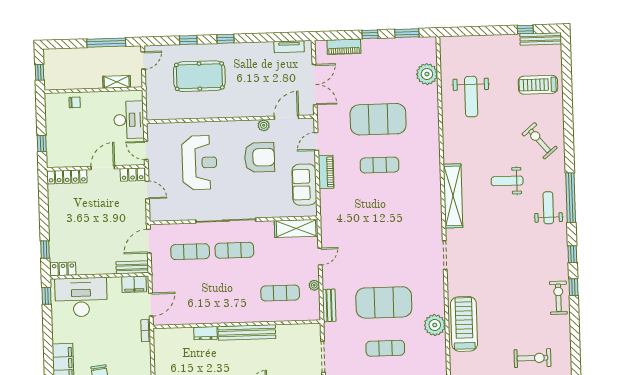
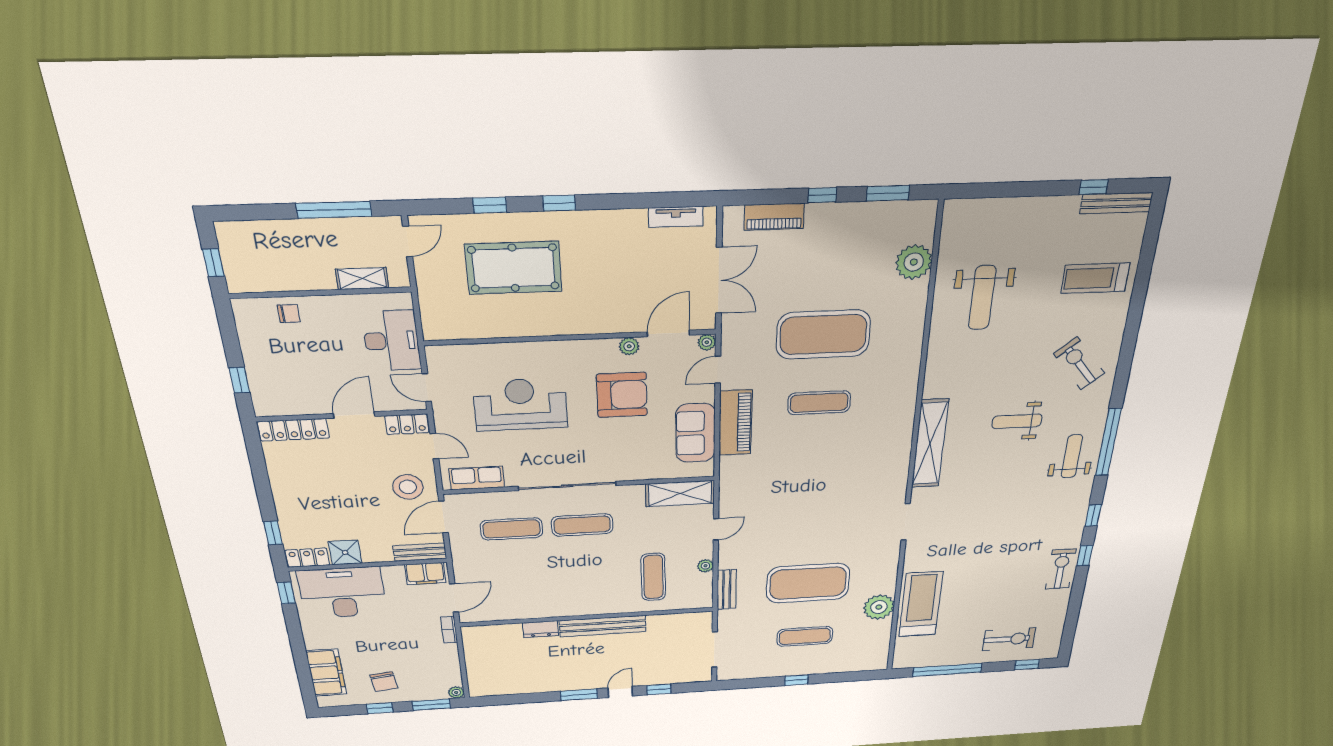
plant: (309, 123) -> (707, 342), added
reception desk: (199, 163) -> (520, 405), turned -90
piano: (326, 172) -> (735, 423), width x1.37, depth x1.33
row of seats: (171, 213) -> (477, 478), added
stool: (129, 218) -> (408, 487), added
shower: (86, 266) -> (345, 552), added
exercise mat: (280, 293) -> (653, 577), turned 90

